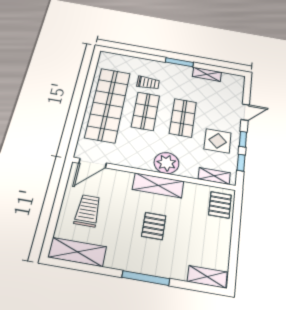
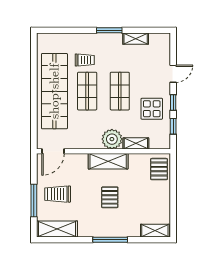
shelving: (214, 176) -> (136, 143), moved
trolley: (88, 211) -> (58, 194), turned -90
window: (55, 213) -> (34, 201), added

